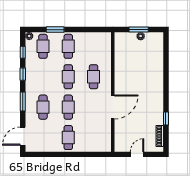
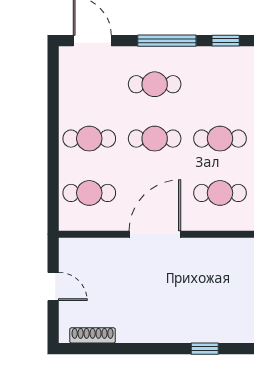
window: (23, 101) -> (167, 41), width x1.44
door: (113, 107) -> (155, 234), swing flipped
window: (166, 118) -> (205, 349), moved
cafe table: (94, 138) -> (89, 193), added

